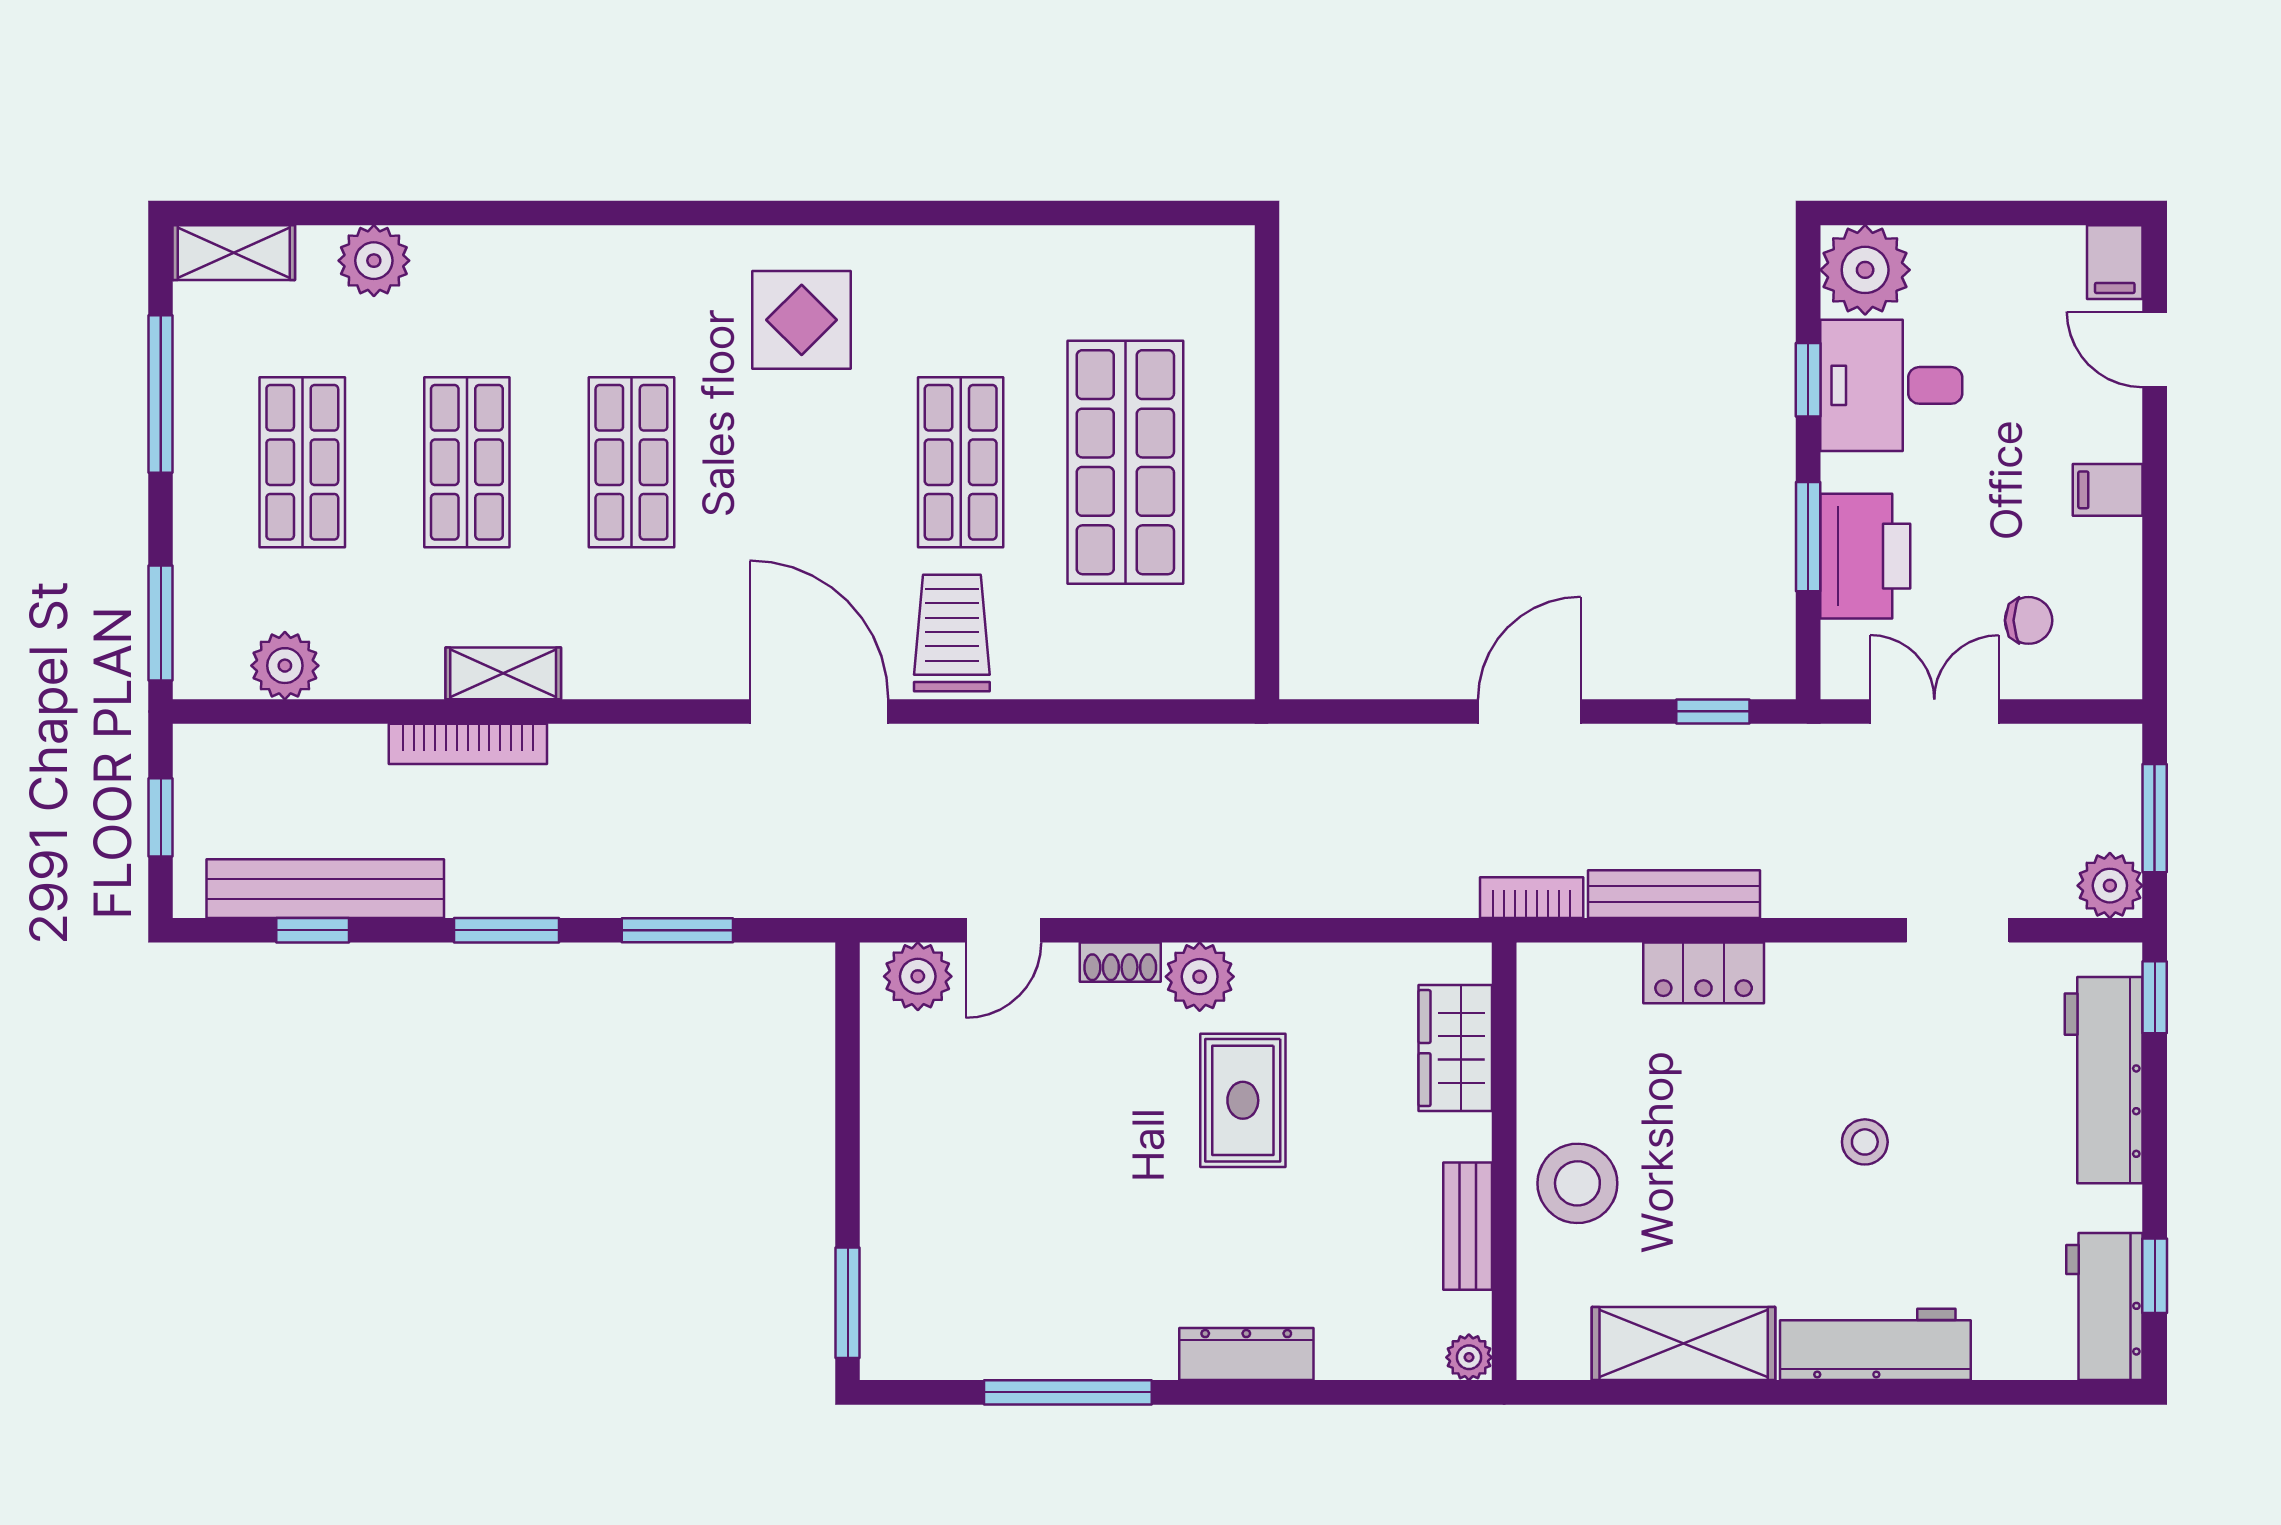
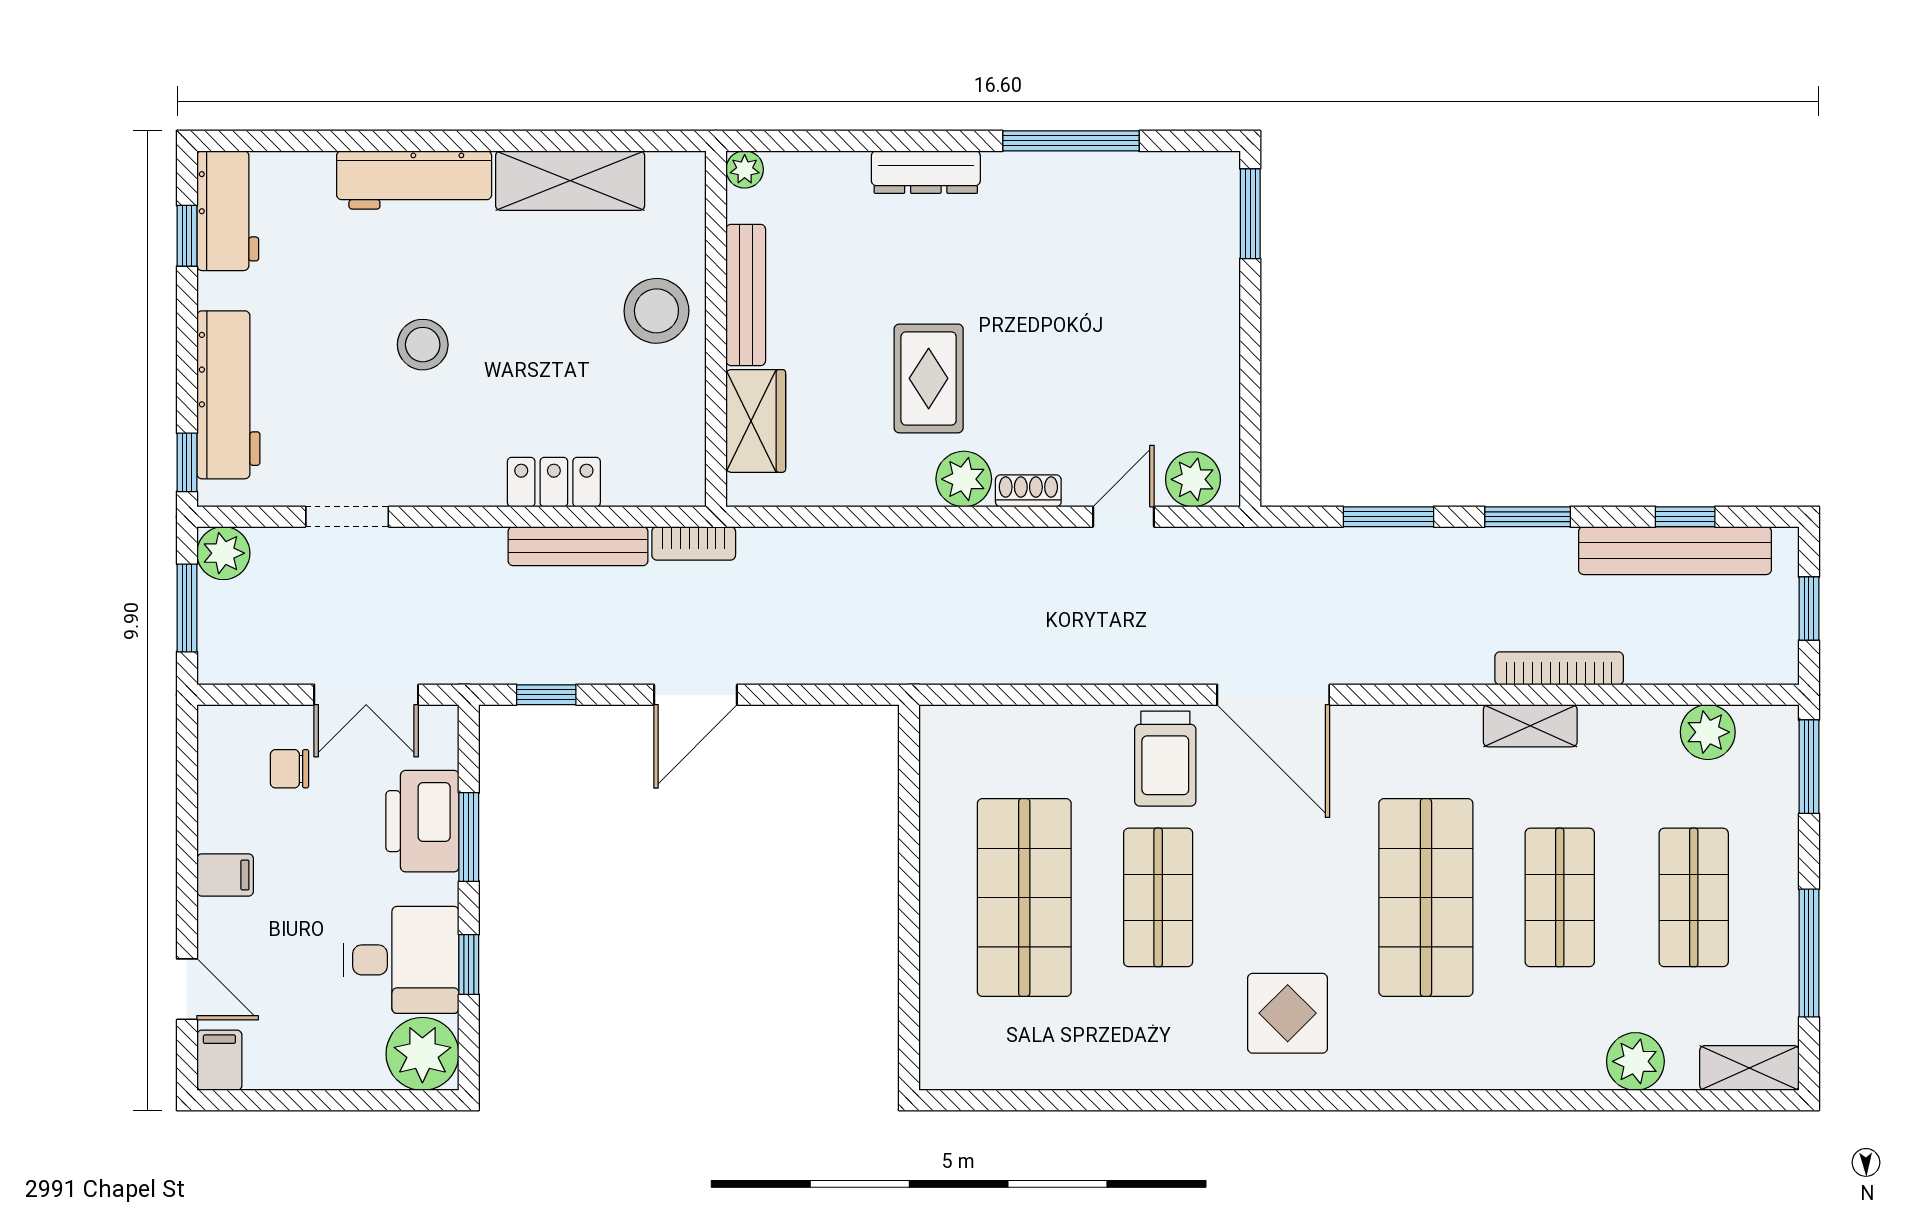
shop shelf: (631, 462) -> (1426, 897), width x1.43, depth x1.36
stool: (1865, 1142) -> (423, 345), width x1.37, depth x1.37
bench: (1468, 1226) -> (746, 295), width x1.36

